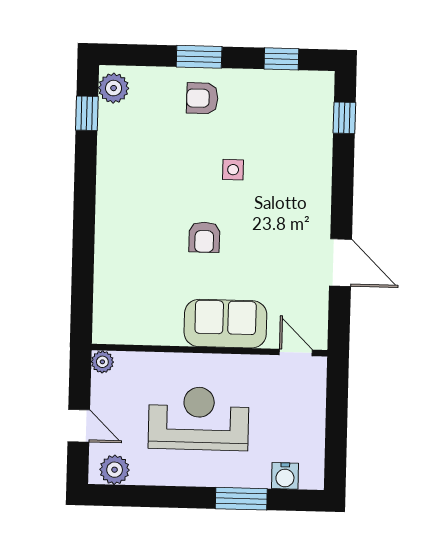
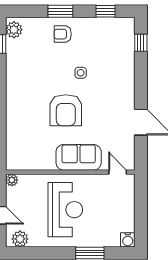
armchair: (204, 237) -> (66, 110), width x1.88, depth x1.88
reception desk: (199, 418) -> (65, 210), turned 90
water cooler: (285, 476) -> (128, 240), moved

